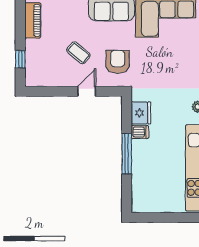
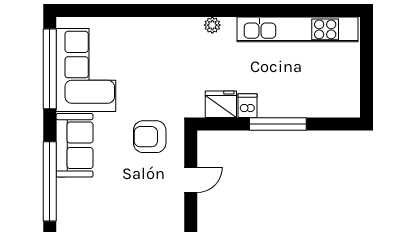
coffee table: (78, 53) -> (137, 191), removed
door: (87, 91) -> (191, 180), swing flipped

